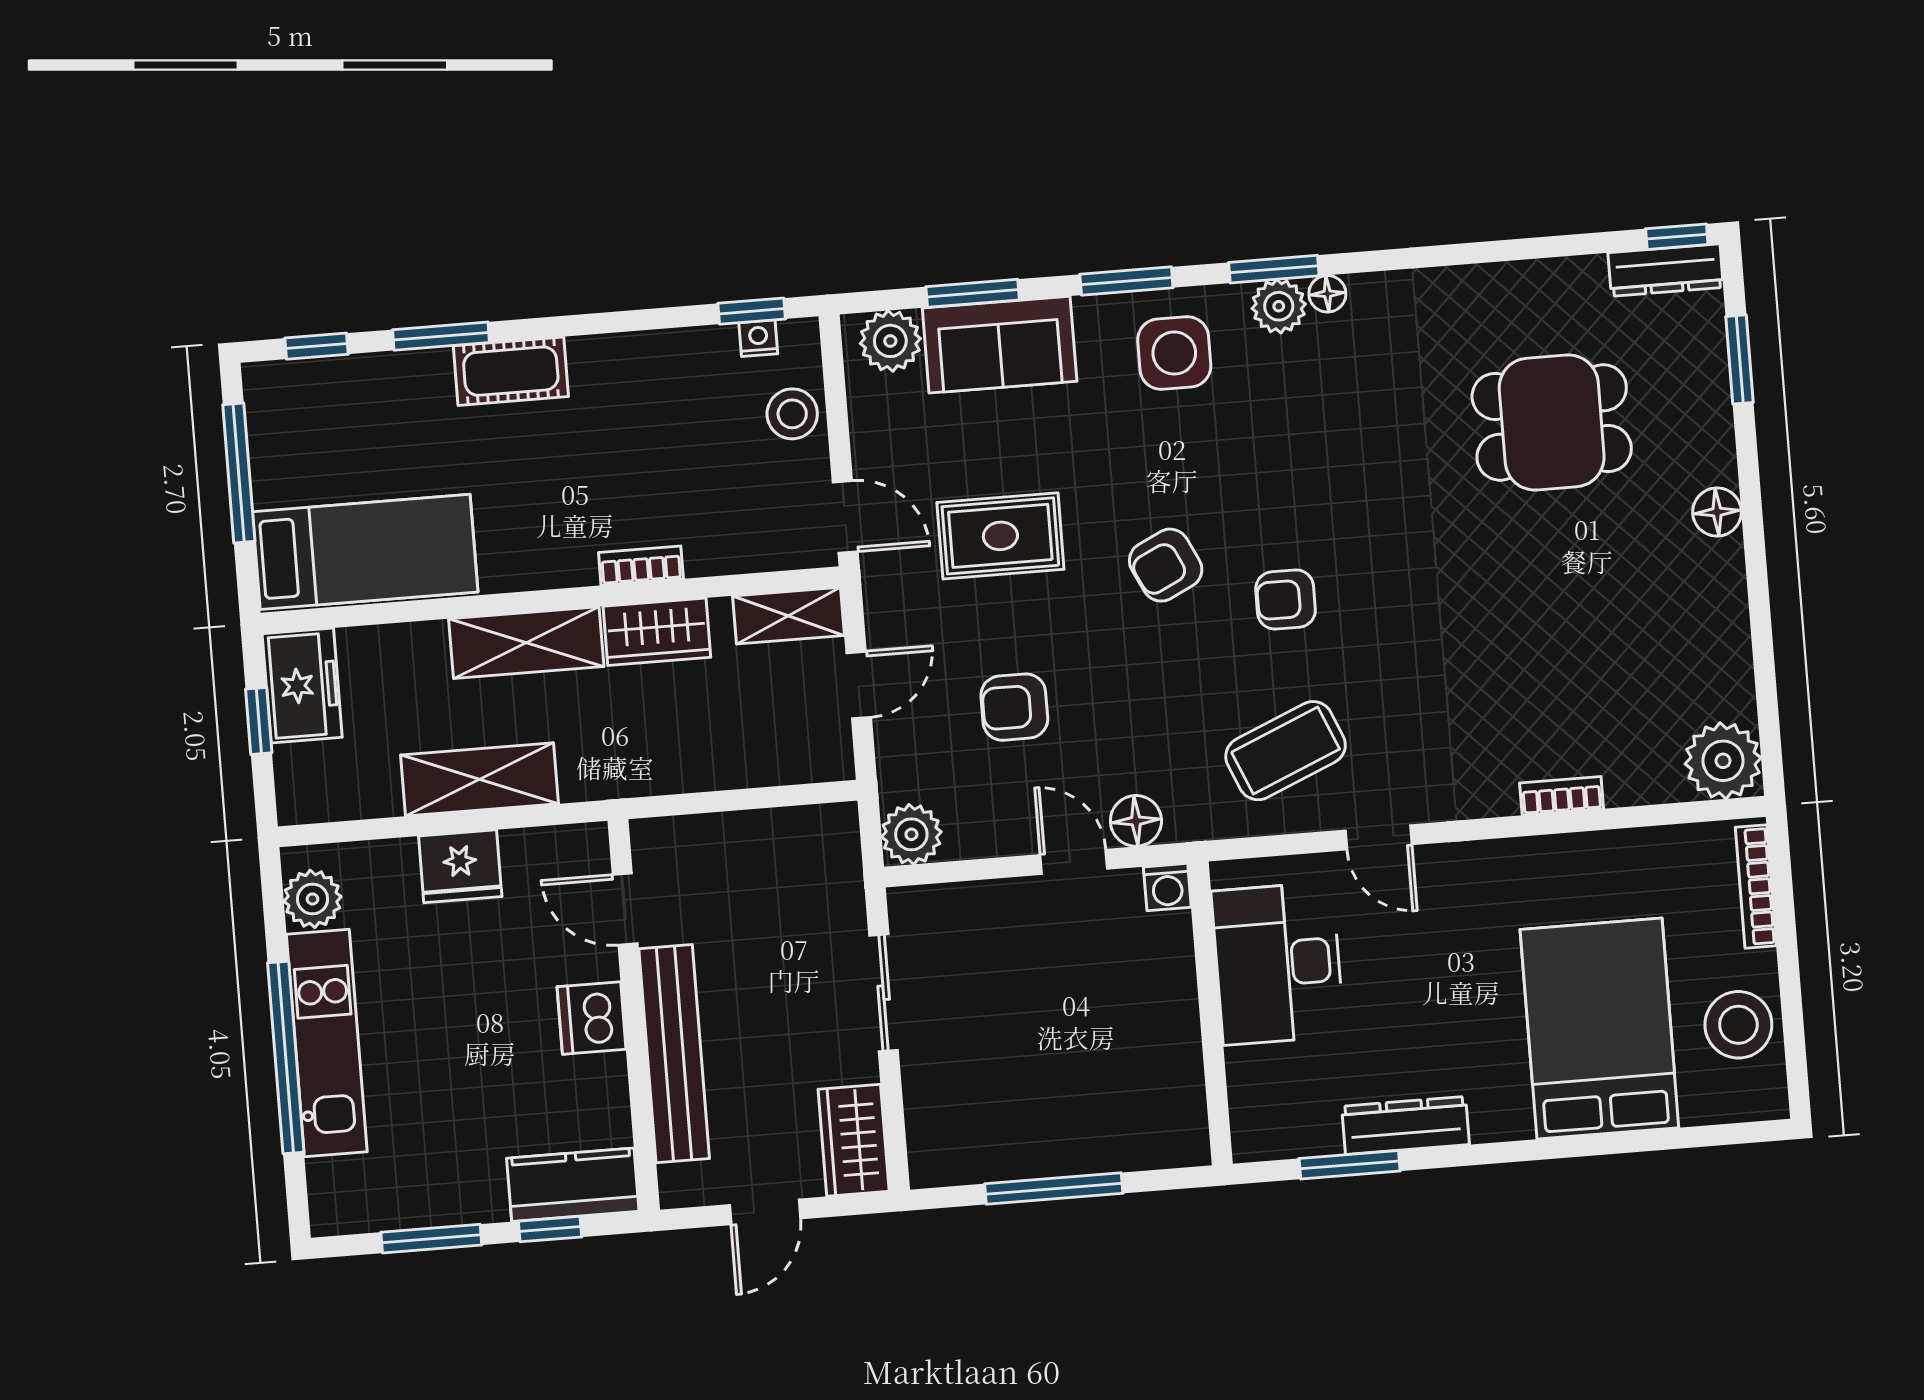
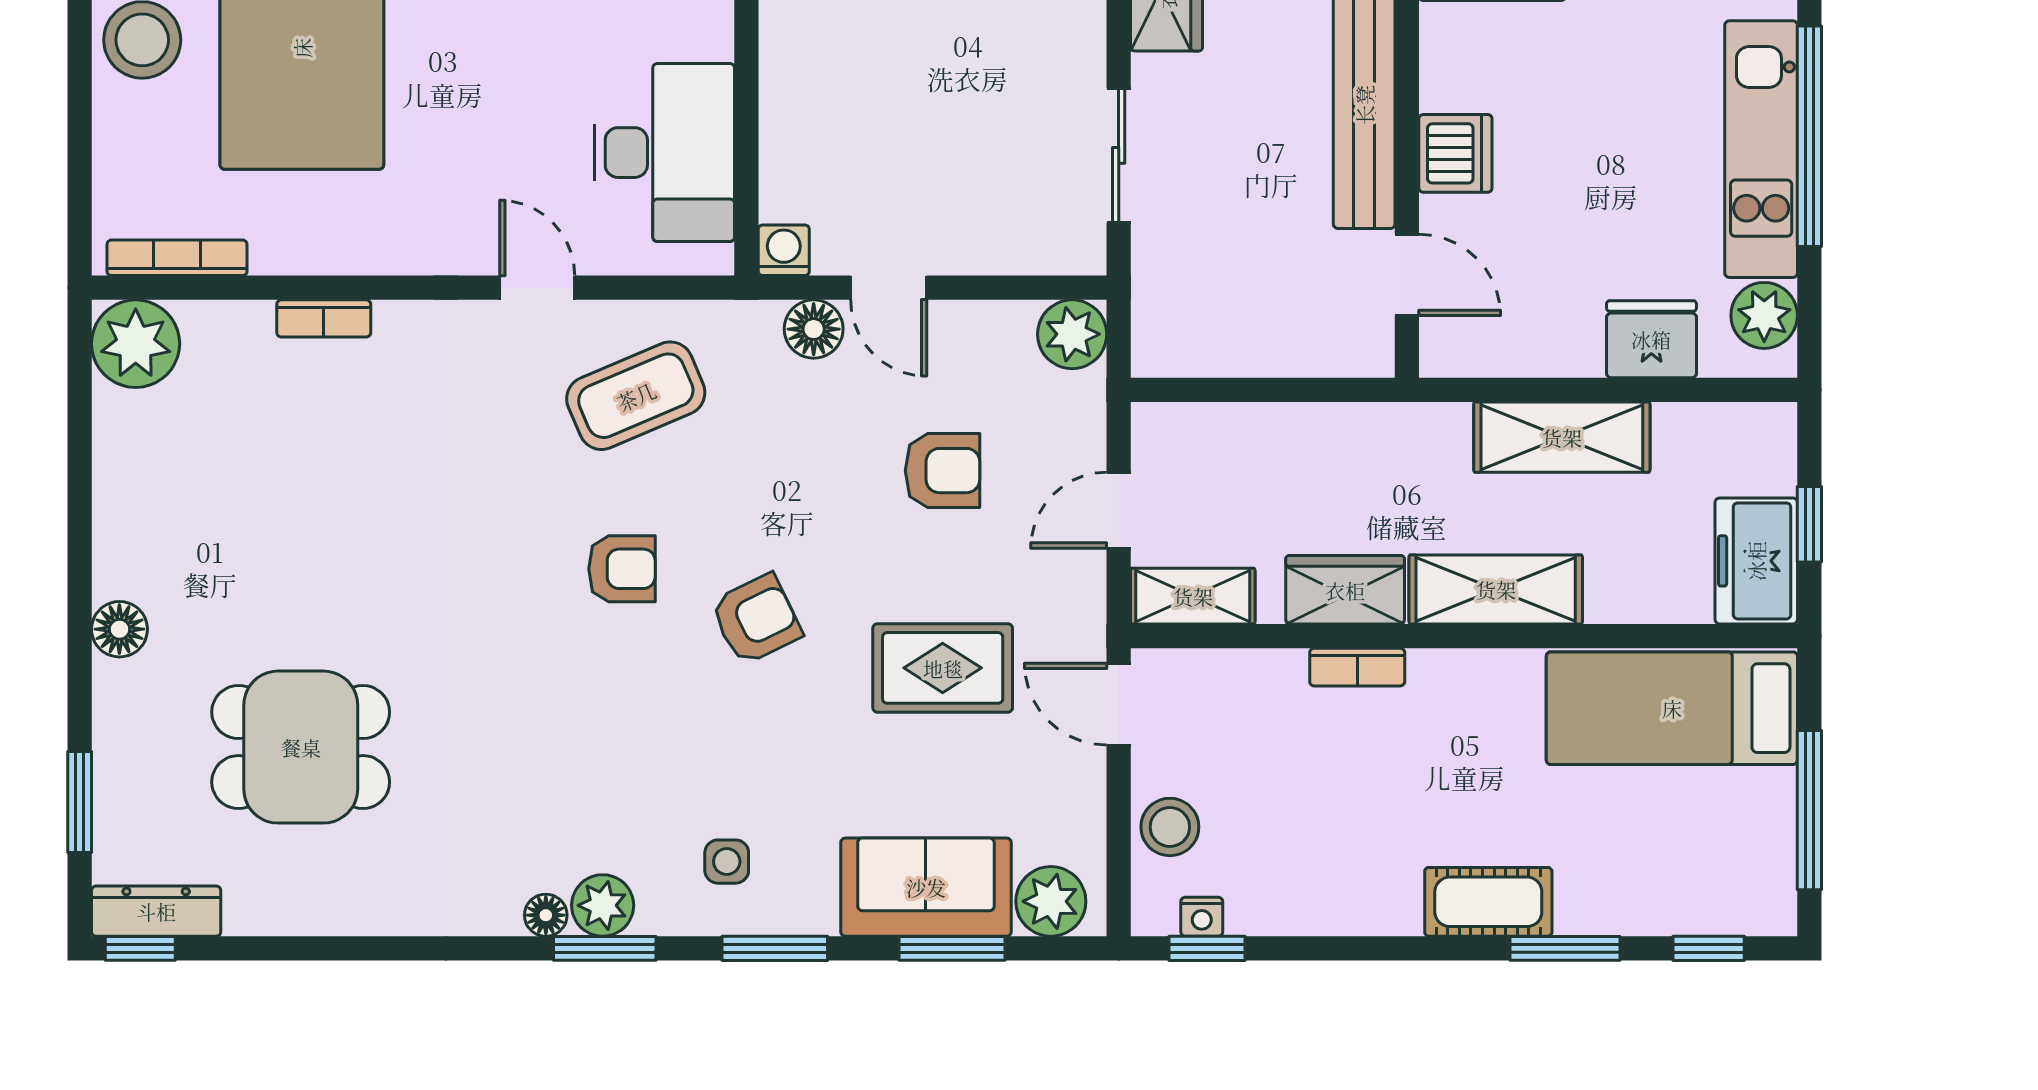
side table: (1174, 353) -> (727, 862), width x0.54, depth x0.54
fridge: (460, 866) -> (1651, 339), moved
bookcase: (1756, 887) -> (177, 258), moved, turned -90

